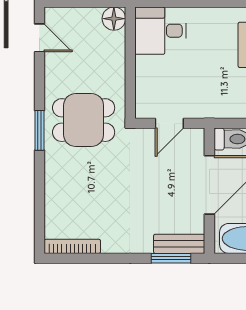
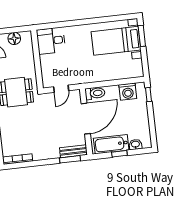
floor lamp: (114, 19) -> (14, 38), moved

